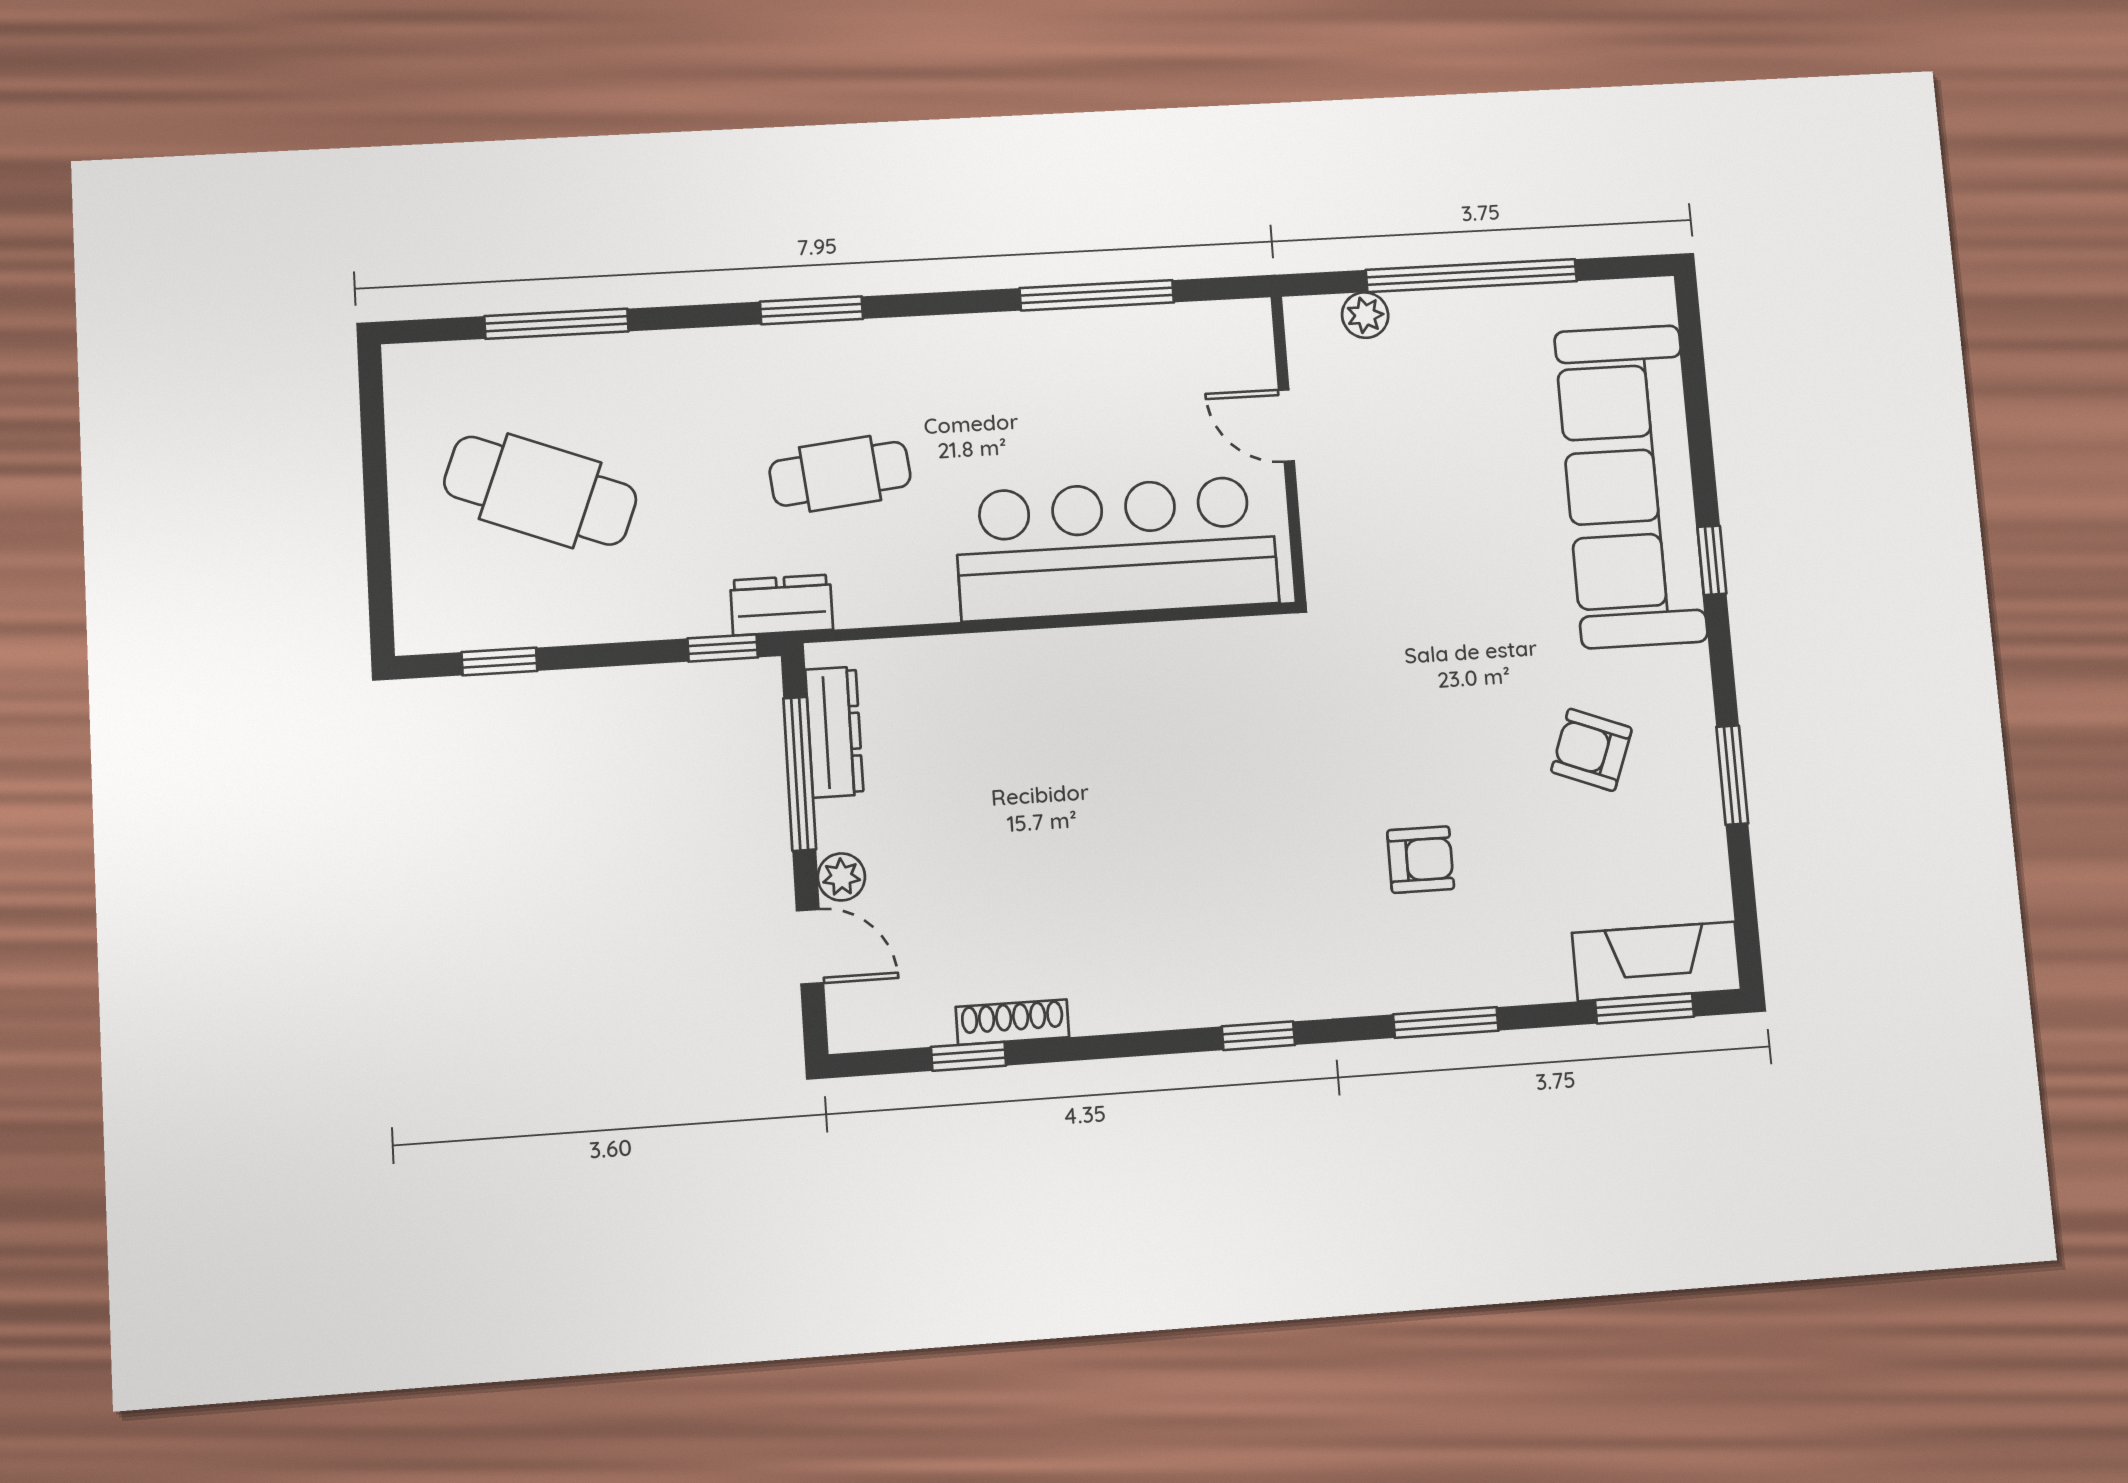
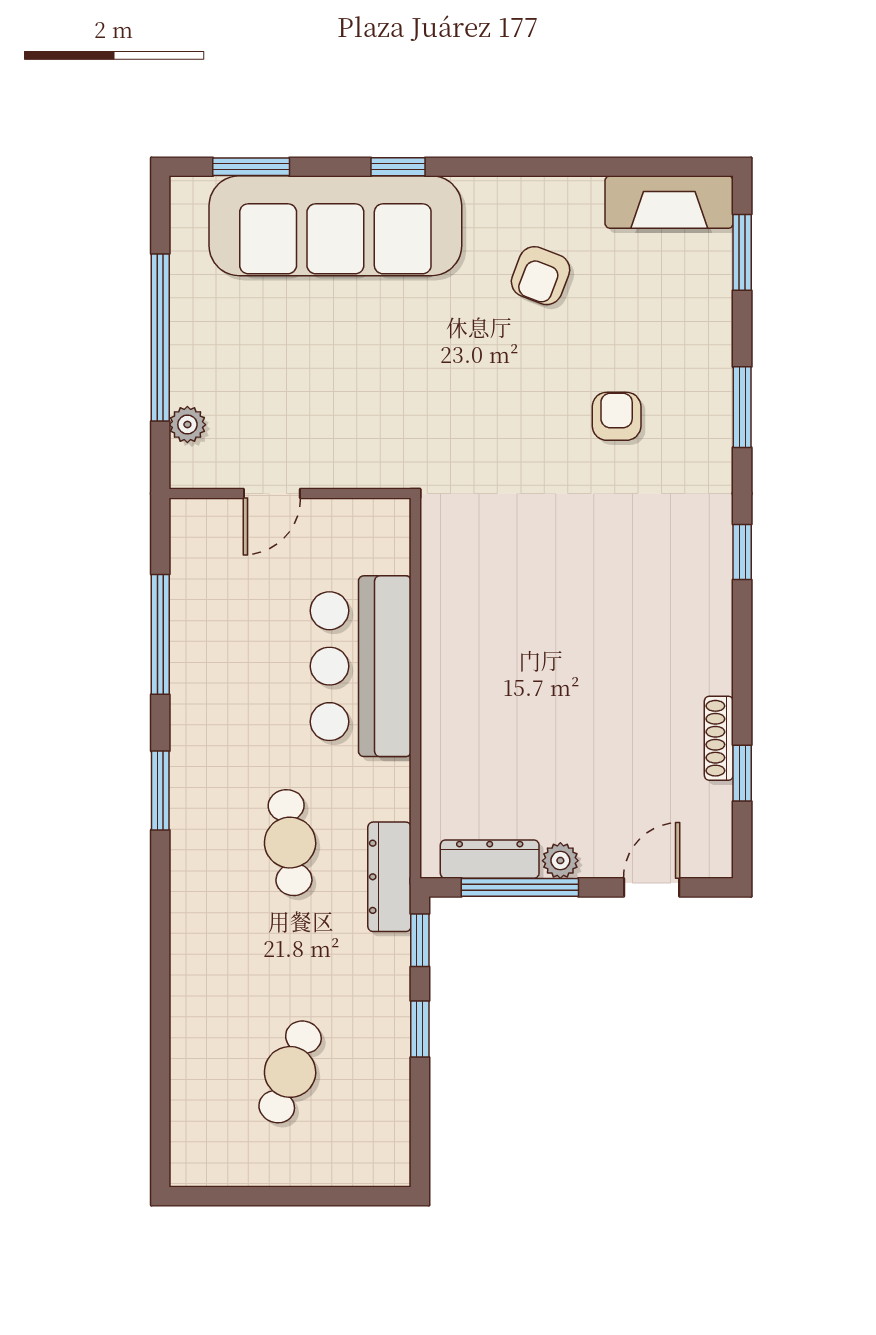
window: (812, 310) -> (160, 790), moved
window: (557, 324) -> (160, 1053), removed
cafe table: (540, 491) -> (290, 1072), width x0.73, depth x0.74
bar counter: (1116, 548) -> (361, 666), width x0.73
dresser: (782, 605) -> (389, 877), width x1.44
window: (499, 662) -> (420, 1029), moved
window: (1732, 775) -> (251, 167), moved
plant: (841, 877) -> (560, 861), moved
fireplace: (1657, 961) -> (669, 202), moved, turned -90

